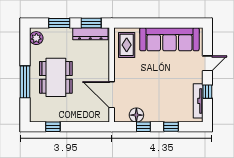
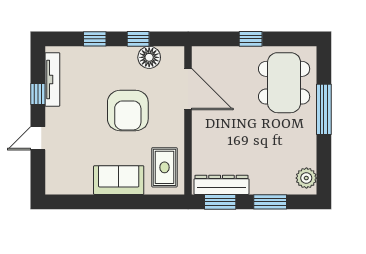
sofa: (169, 39) -> (119, 180), width x0.54, depth x0.79
dining table: (56, 77) -> (284, 83), moved
armchair: (150, 81) -> (128, 111), added
window: (53, 127) -> (251, 39), moved

